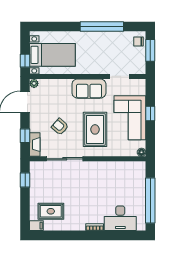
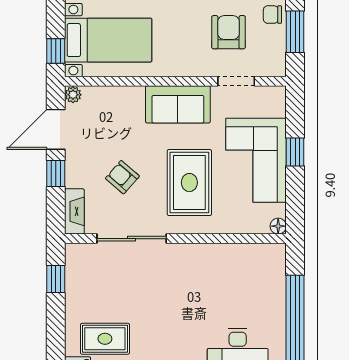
armchair: (115, 51) -> (229, 32), added
window: (25, 136) -> (56, 173), moved

